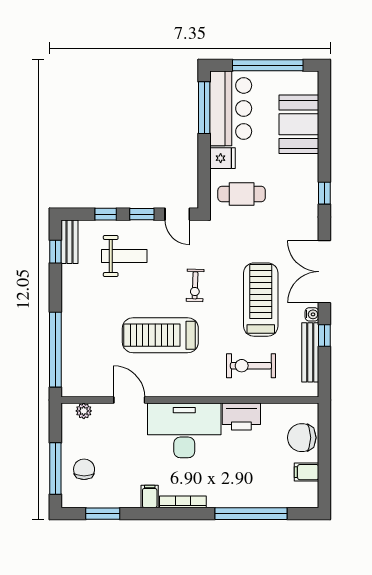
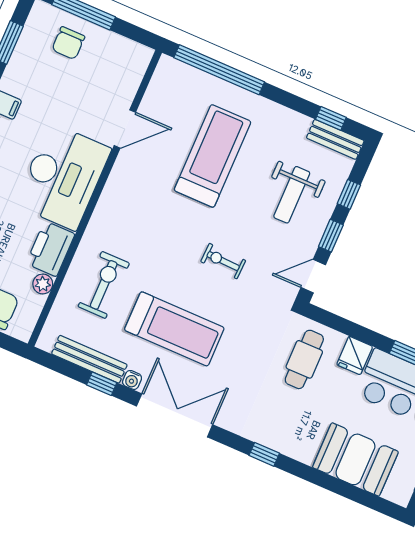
treadmill: (160, 335) -> (213, 156), moved
plant: (84, 411) -> (43, 284), moved
chair: (84, 469) -> (68, 43), turned 90

